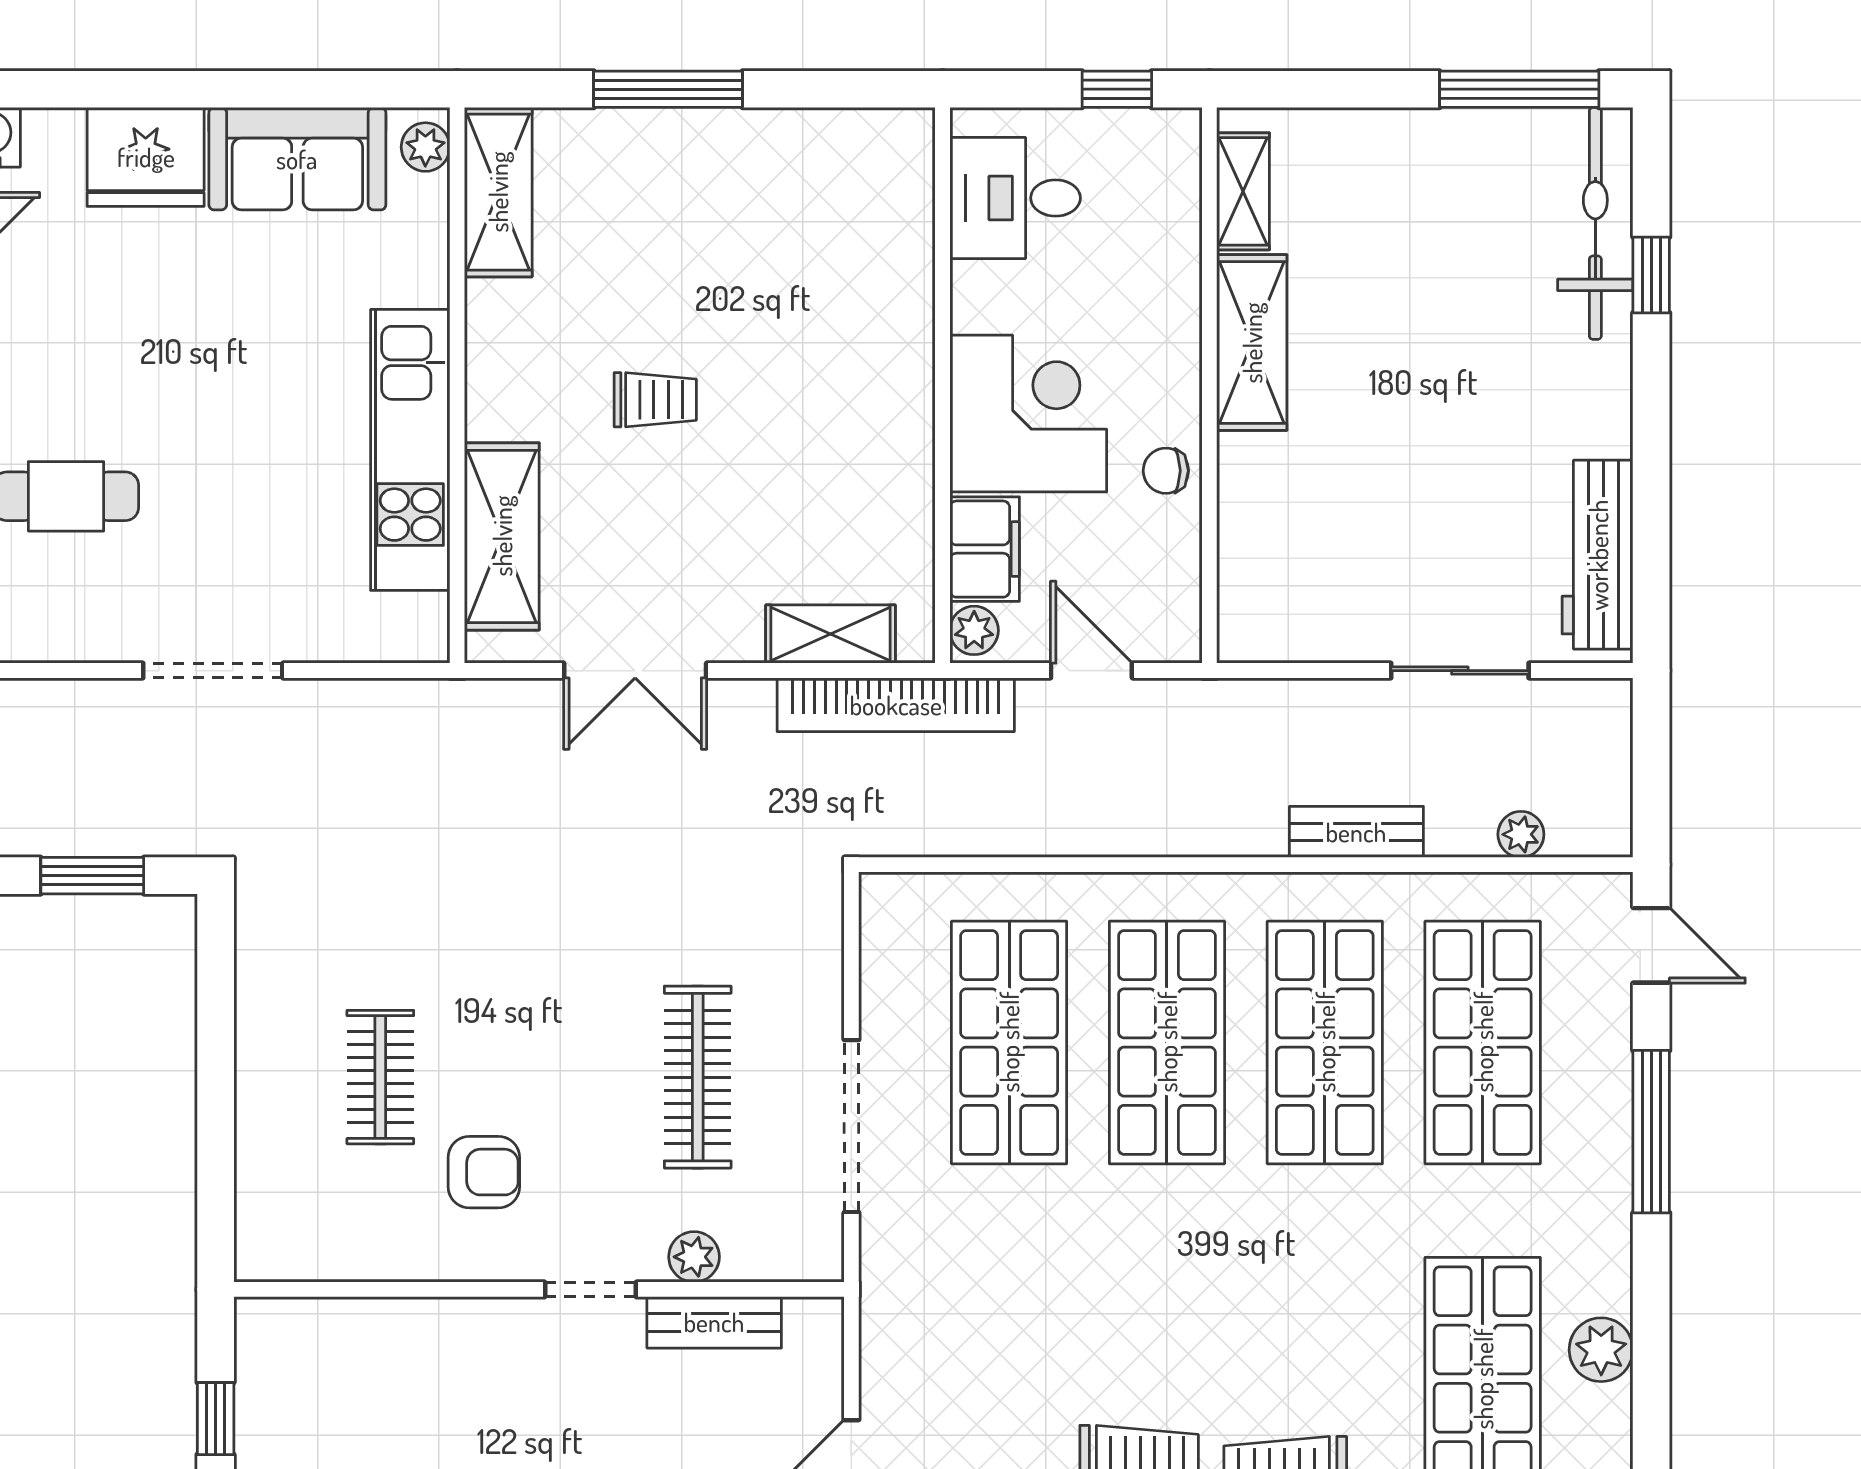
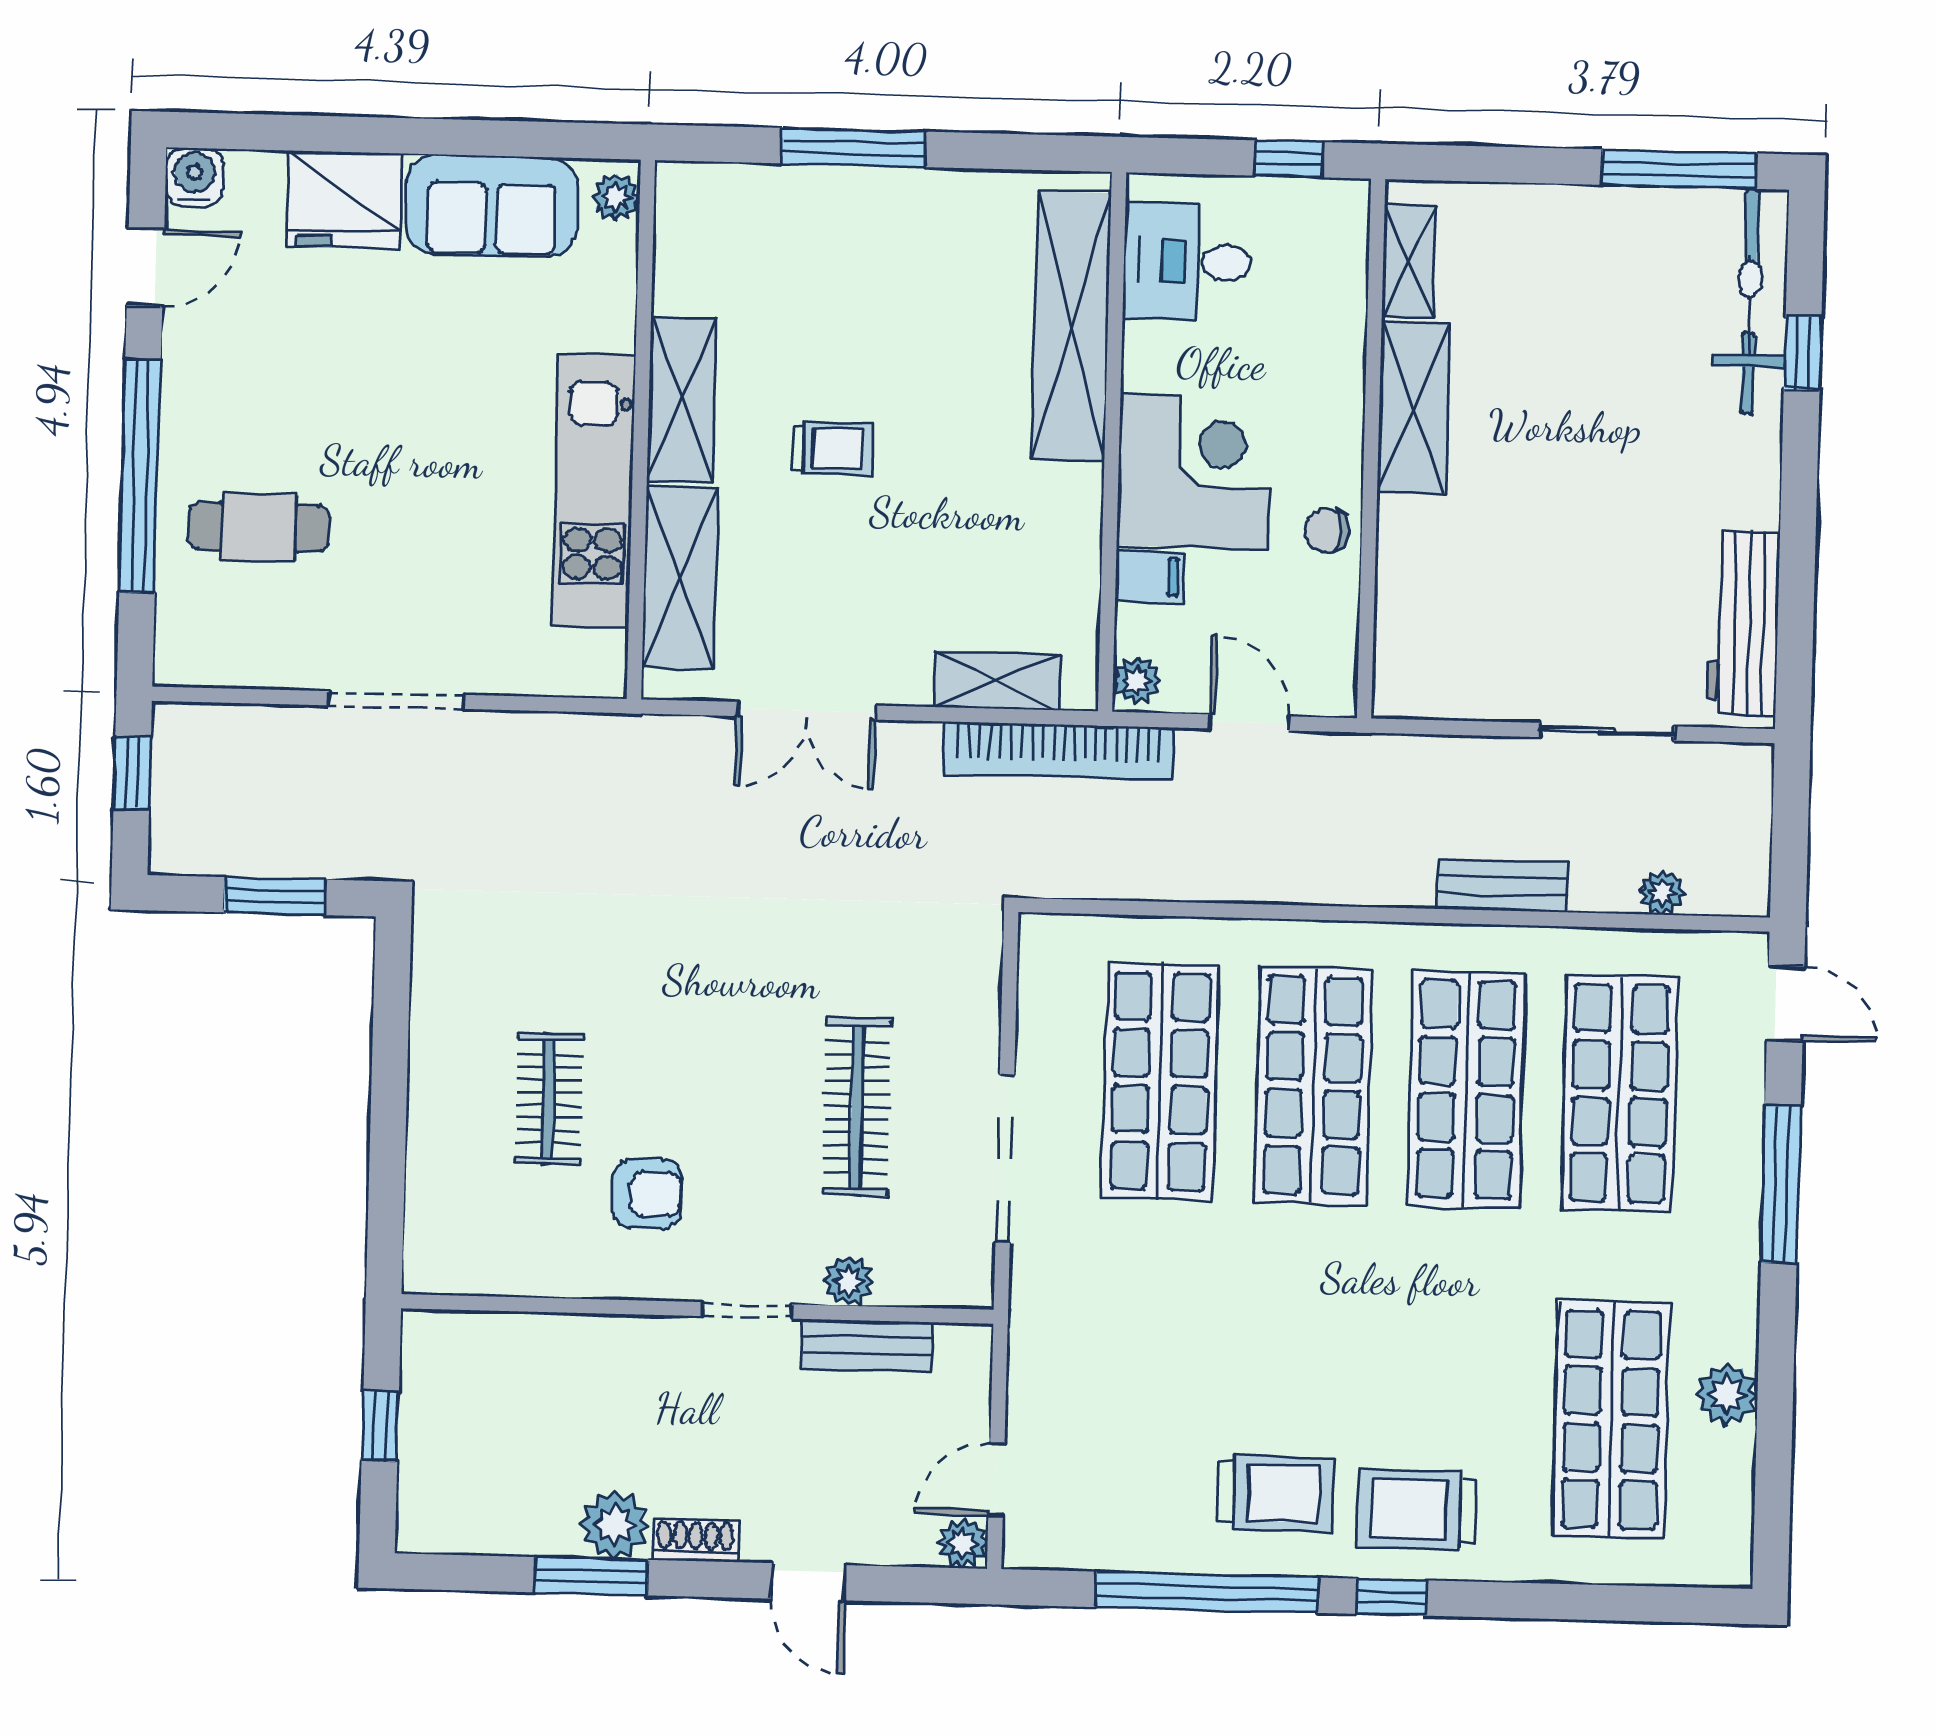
shelving: (498, 192) -> (682, 399), moved
shelving: (897, 268) -> (1071, 326), added
filing cabinet: (985, 549) -> (1149, 576), width x0.50

